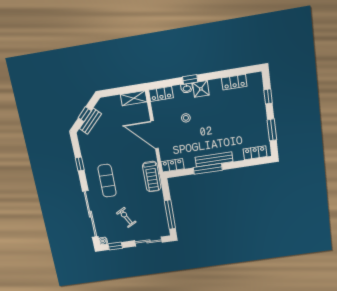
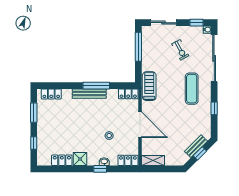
shower: (201, 89) -> (80, 159), moved

